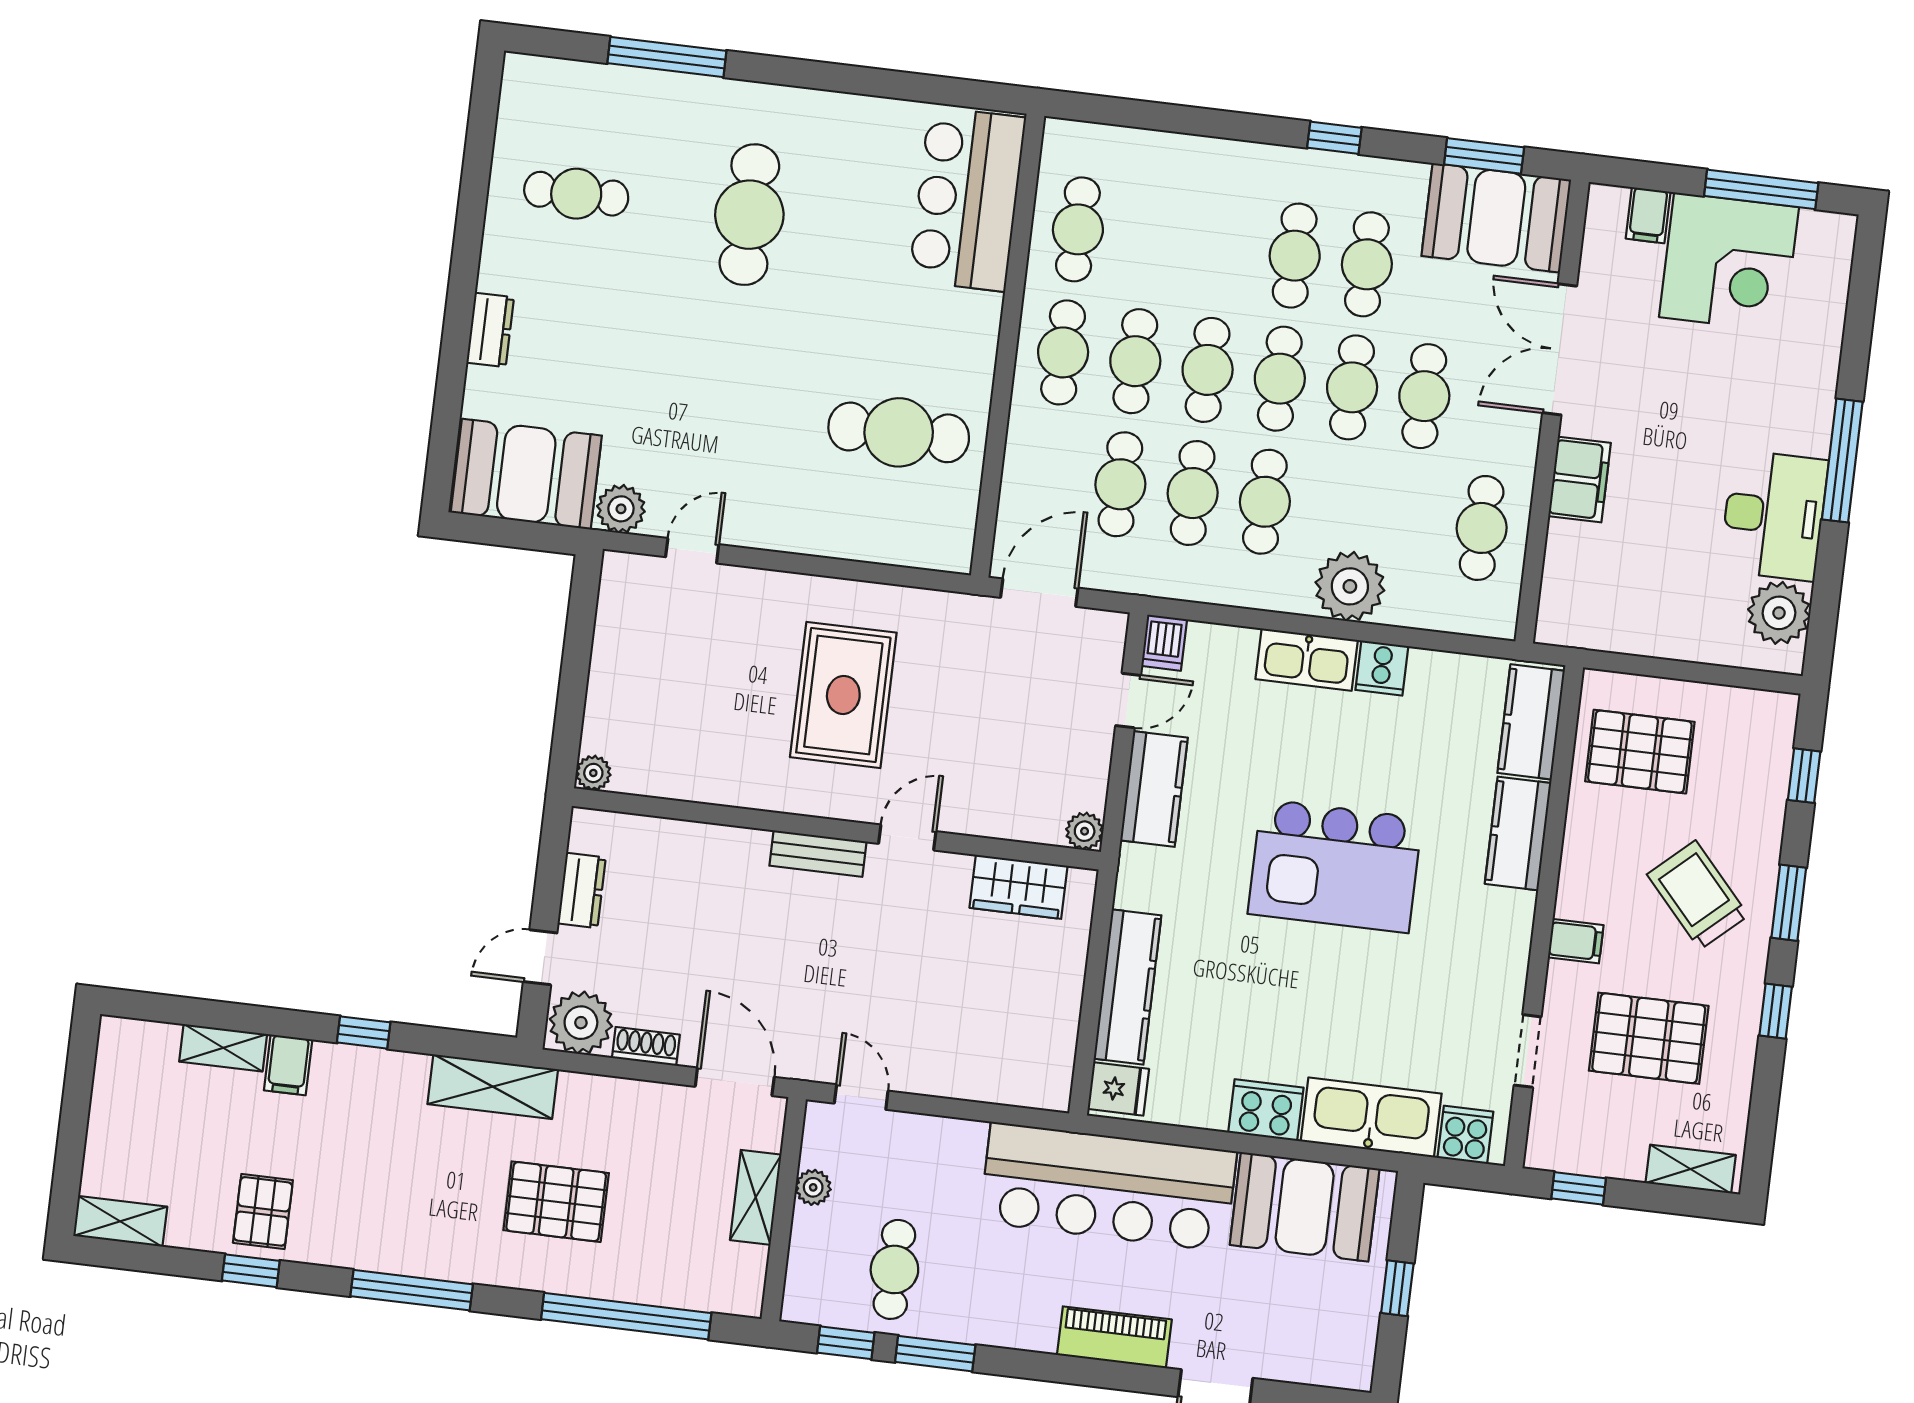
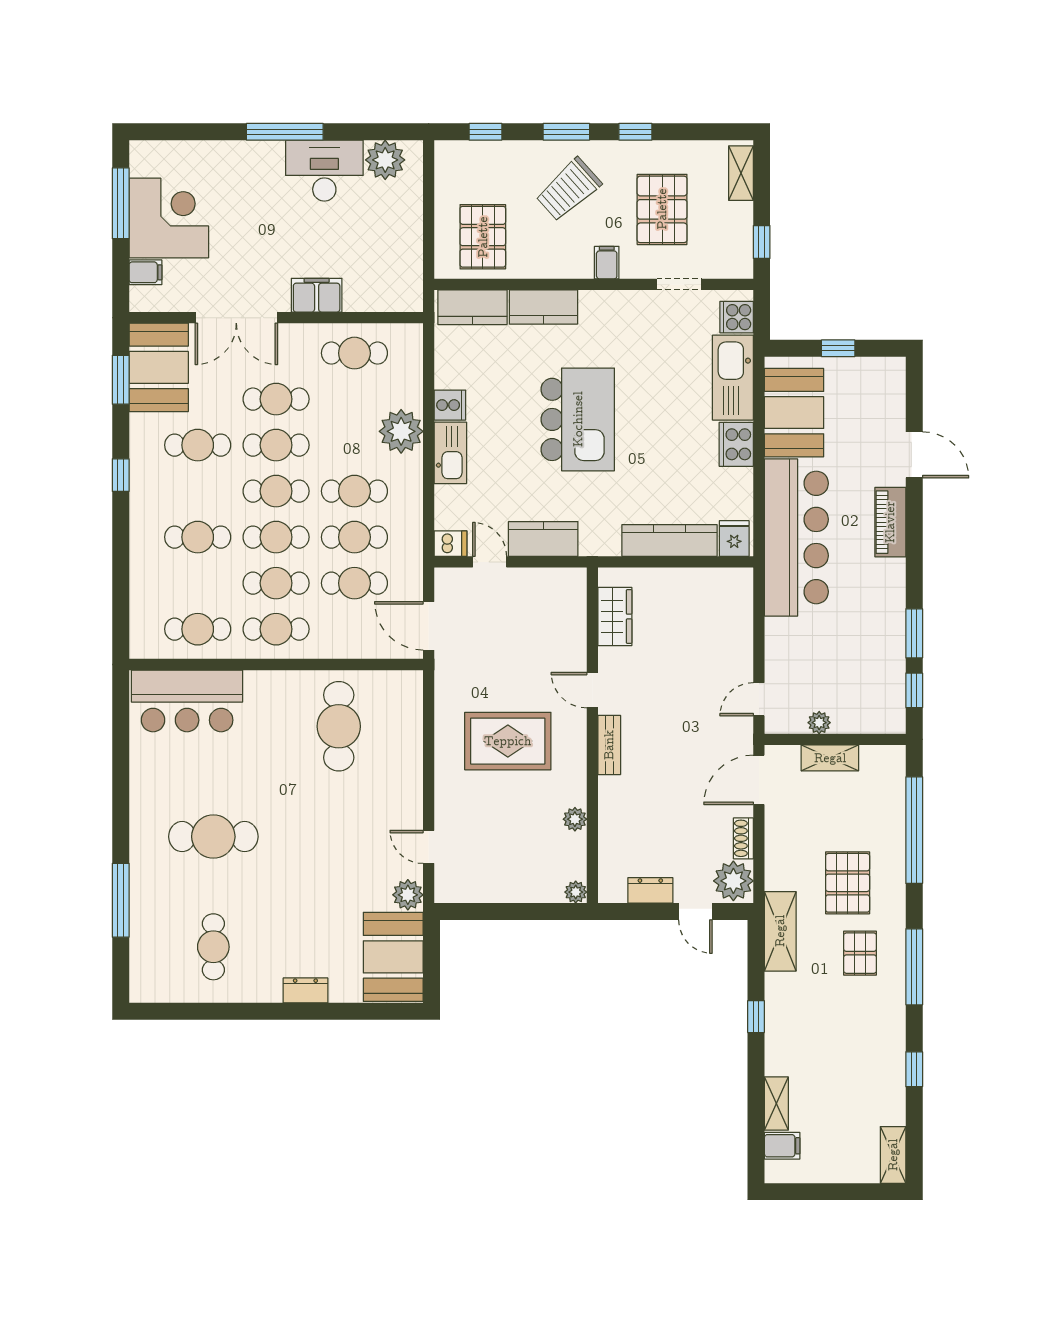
cafe table: (1295, 256) -> (198, 537), moved
plant: (1085, 831) -> (575, 819), moved
filing cabinet: (288, 1065) -> (782, 1146), moved
pallet: (263, 1211) -> (860, 953), moved, turned 90
cafe table: (894, 1269) -> (864, 665), removed

